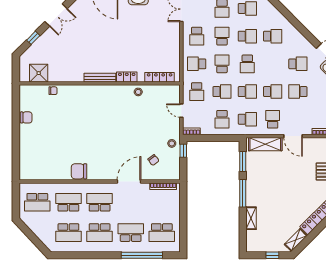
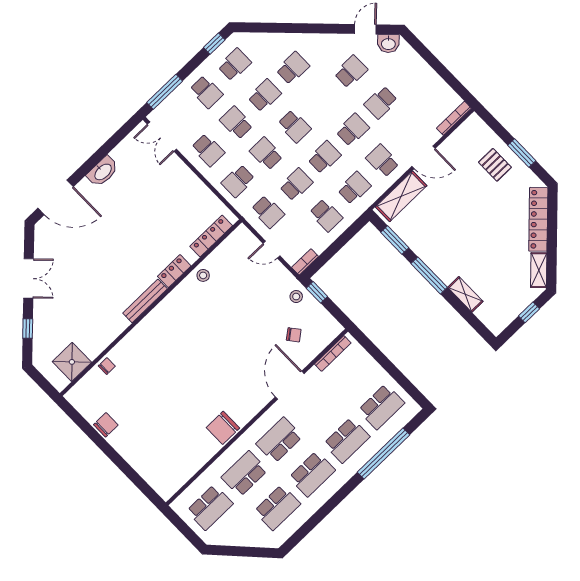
school desk: (131, 233) -> (347, 440), turned 180

